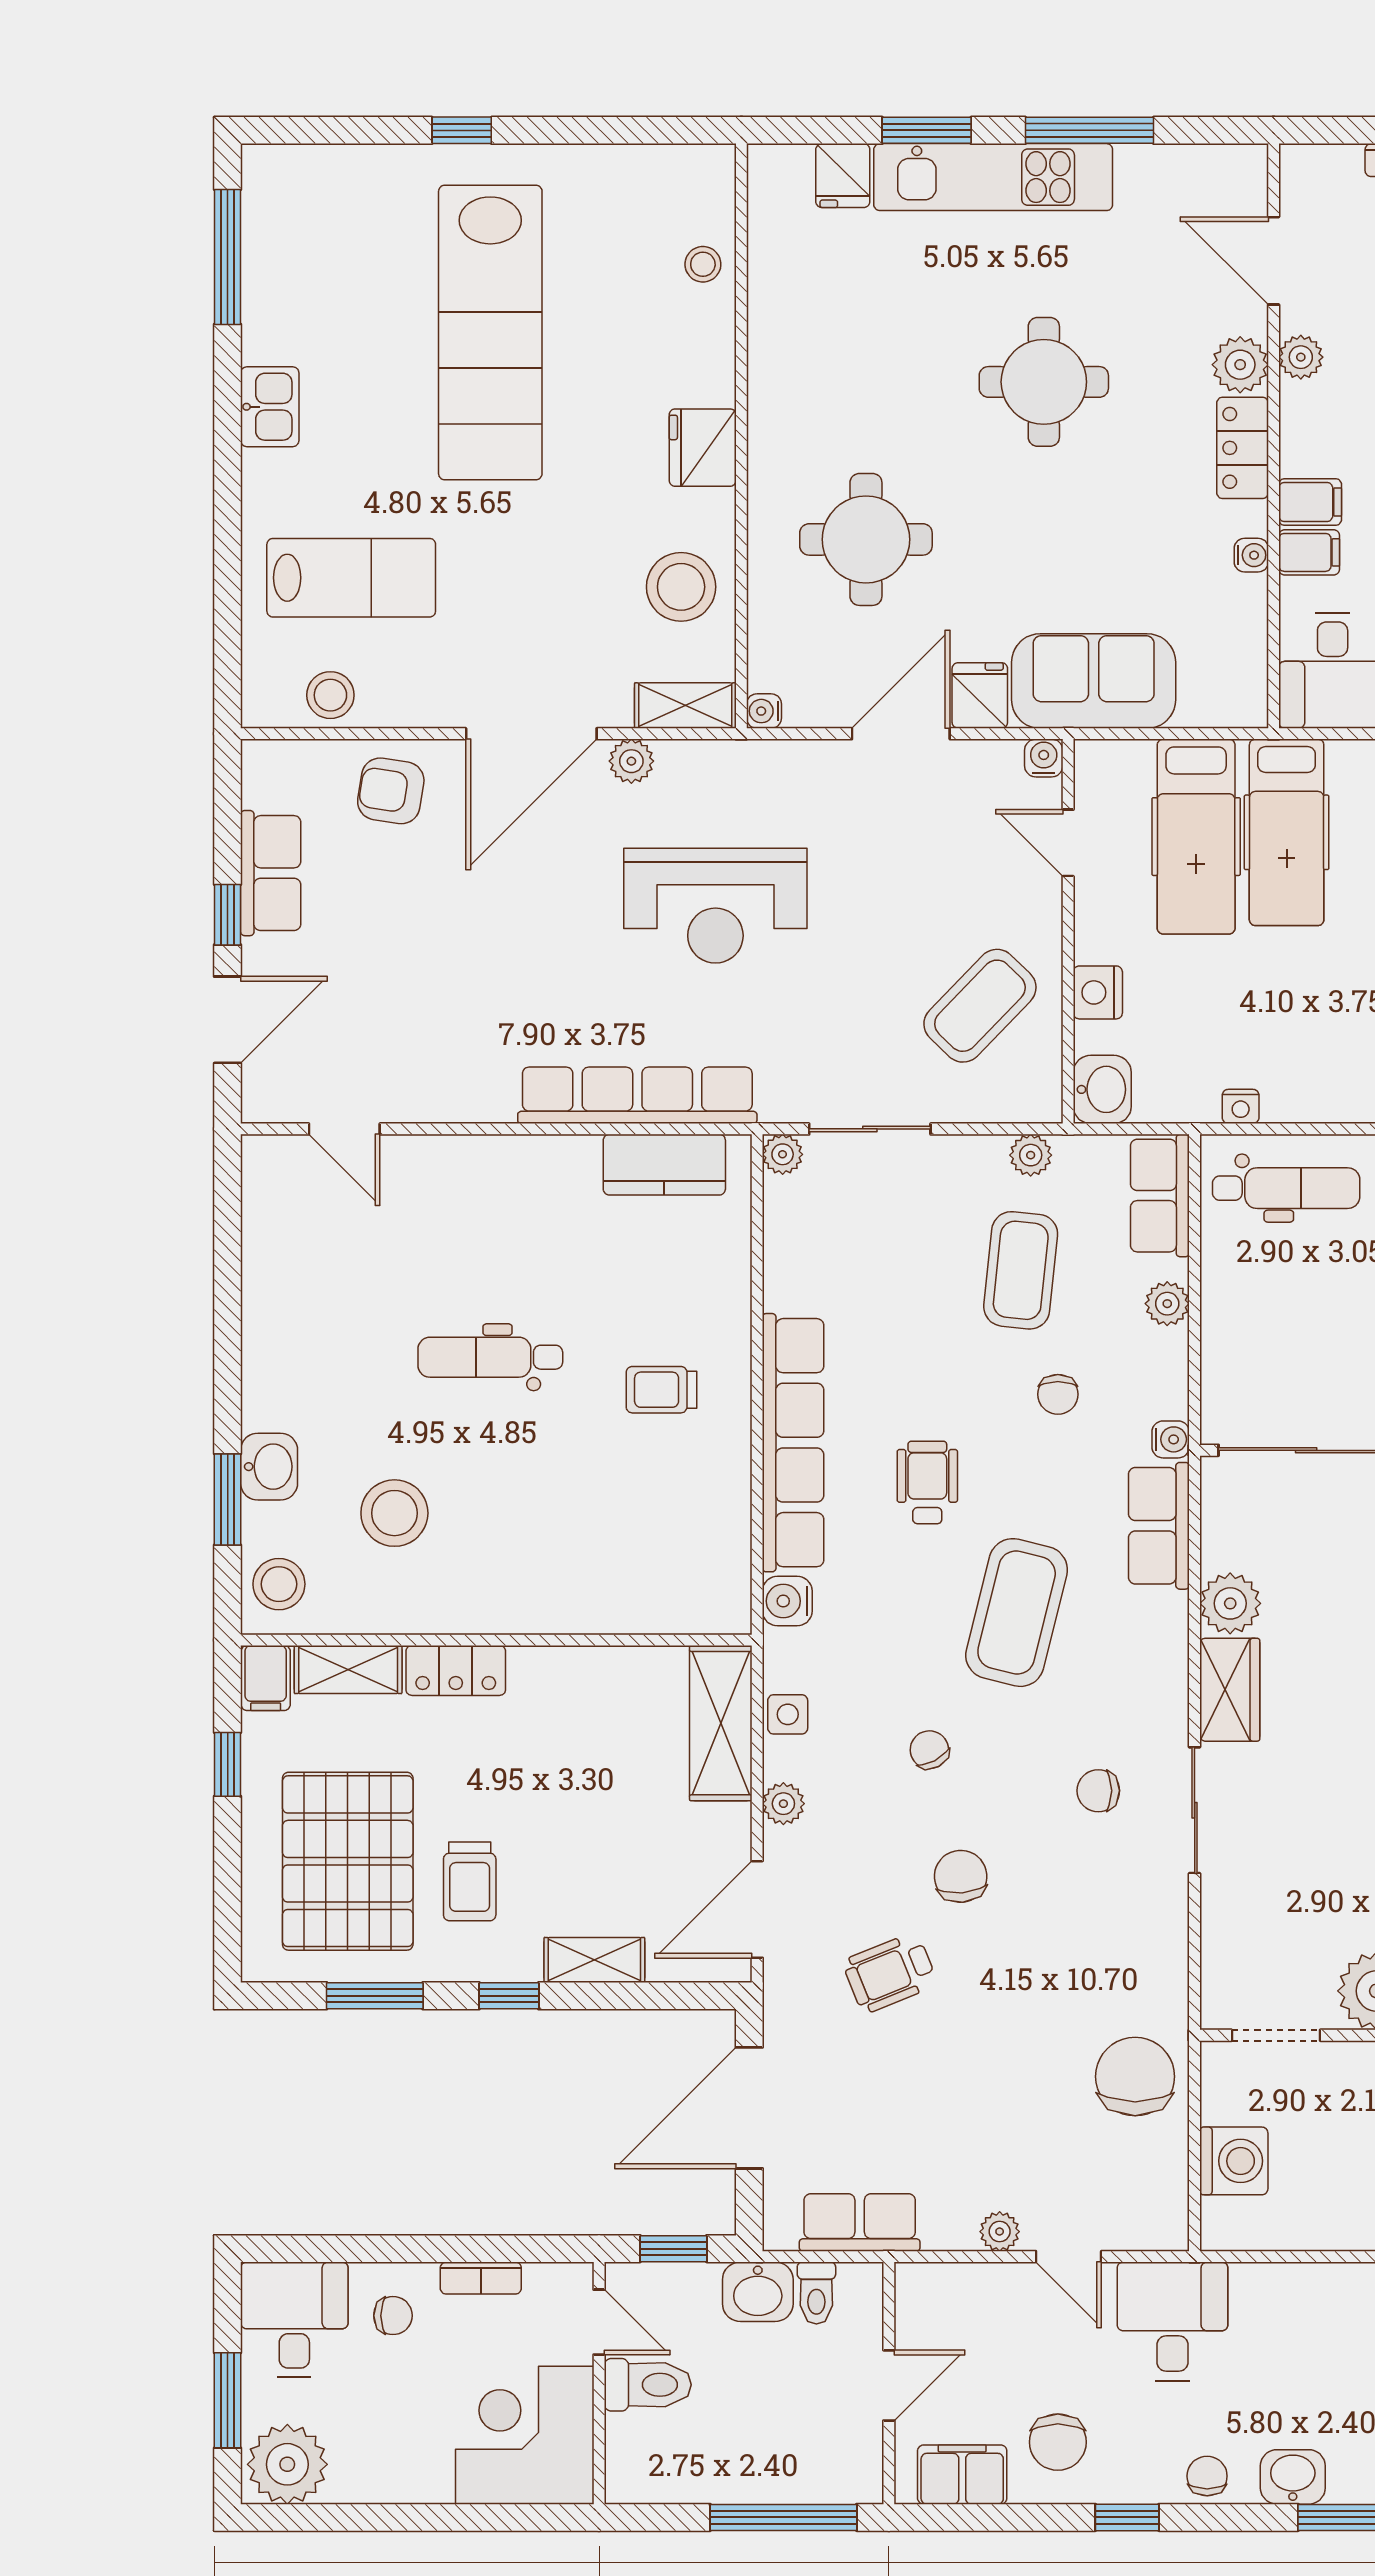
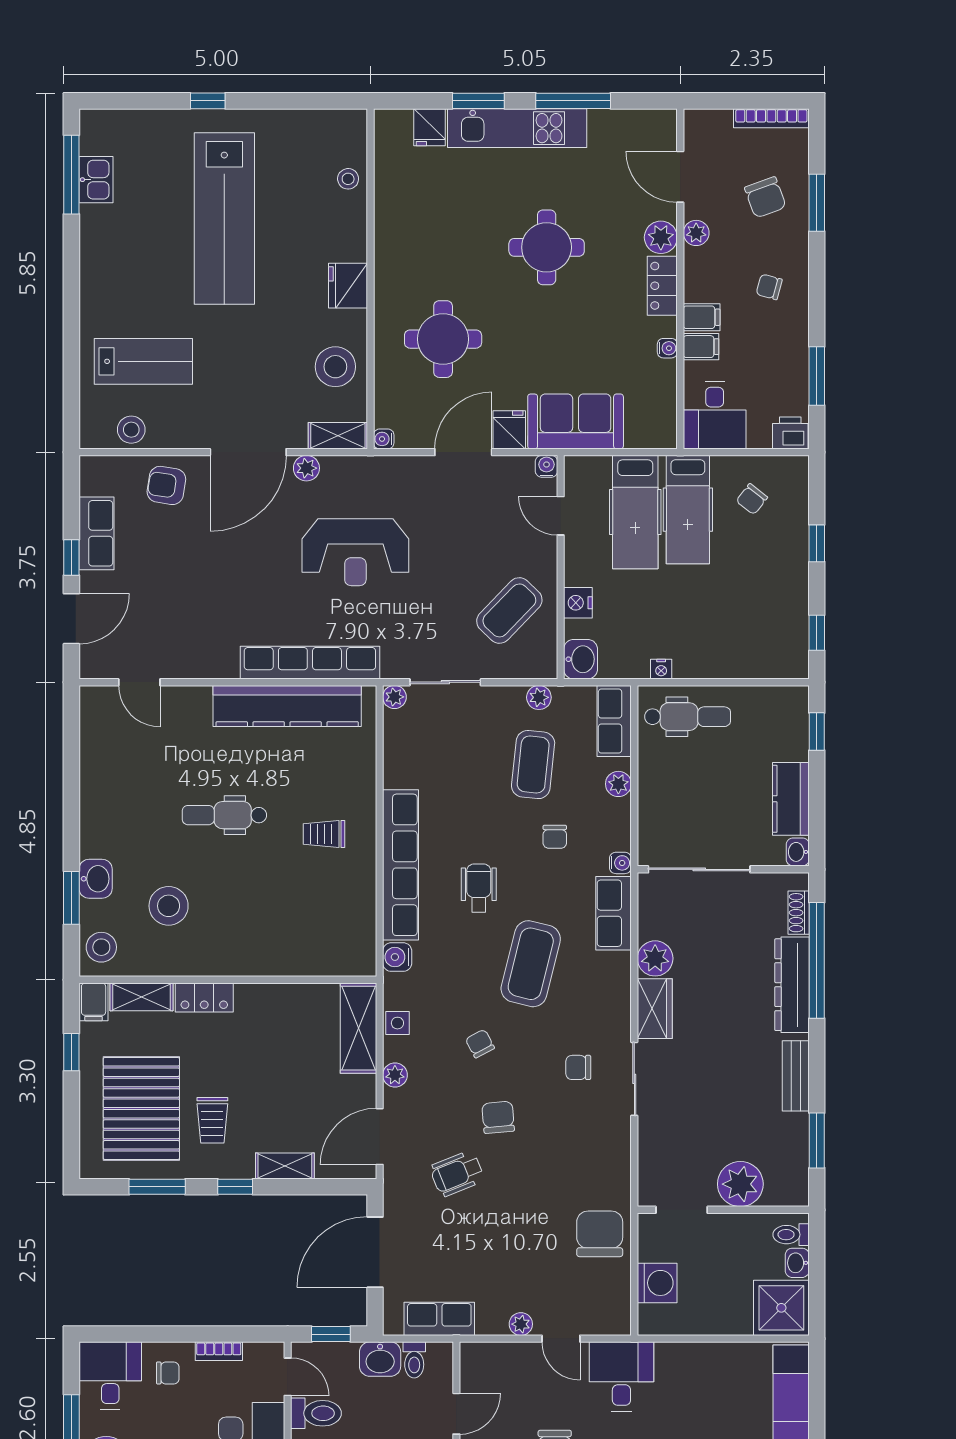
kitchen sink: (270, 407) -> (96, 180), moved
kitchen counter: (664, 1165) -> (287, 706), width x2.08, depth x1.17

